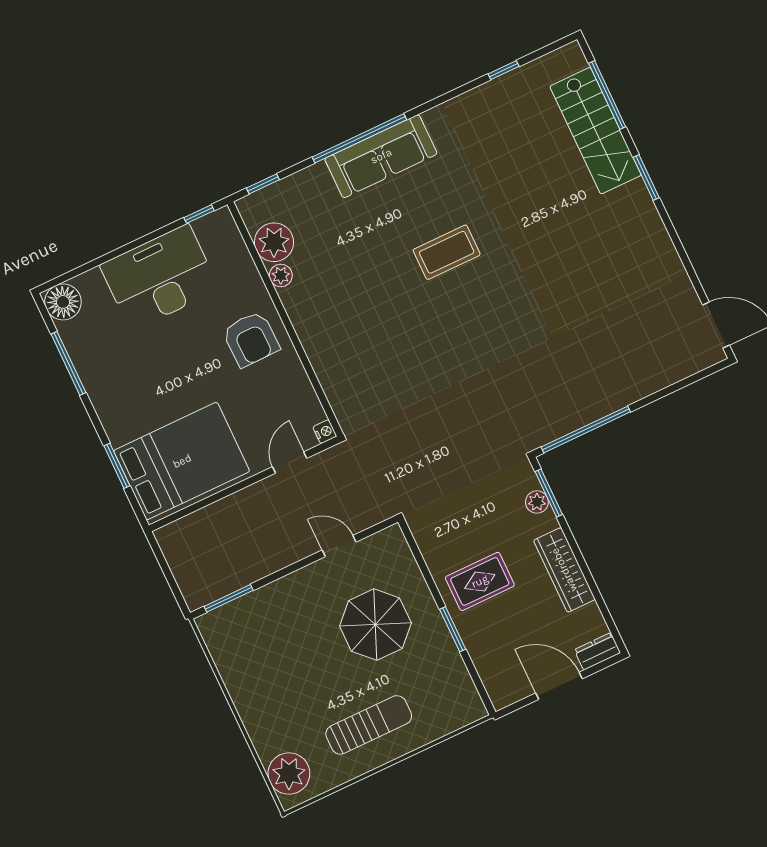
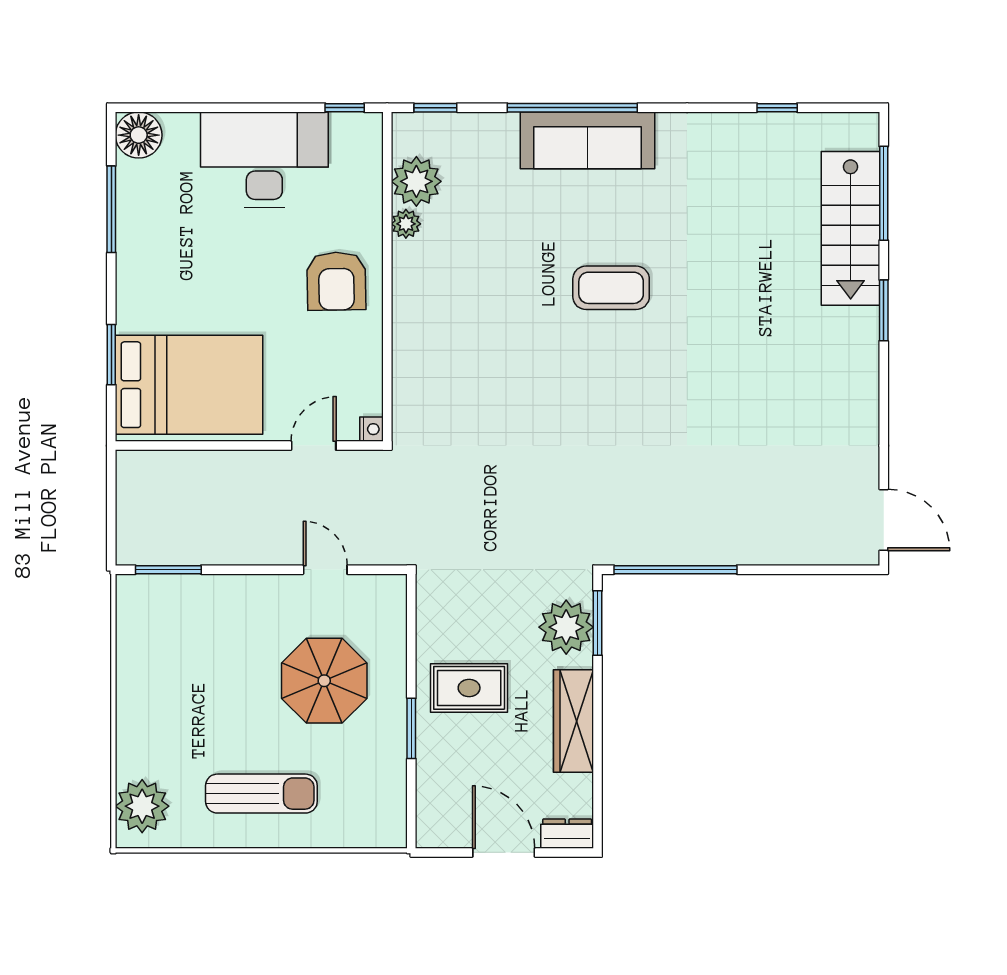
plant: (537, 502) -> (566, 627), width x1.88, depth x1.88

